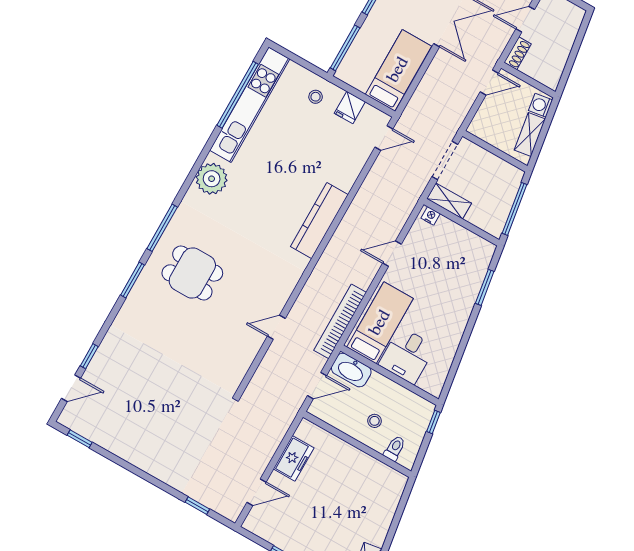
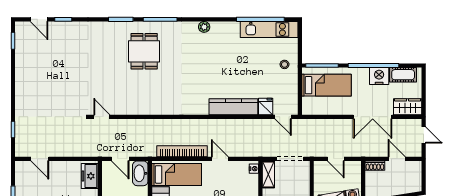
bed: (398, 70) -> (326, 85), moved
door: (489, 83) -> (336, 159), moved
kitchen unit: (250, 105) -> (269, 29), width x0.73
fridge: (350, 107) -> (266, 106), moved, turned 90
plant: (212, 179) -> (204, 27), width x0.53, depth x0.53
kitchen counter: (319, 221) -> (233, 107), moved
bookcase: (340, 321) -> (182, 151), moved
door: (276, 327) -> (102, 117), moved
freezer: (294, 458) -> (90, 176), moved, turned 90

